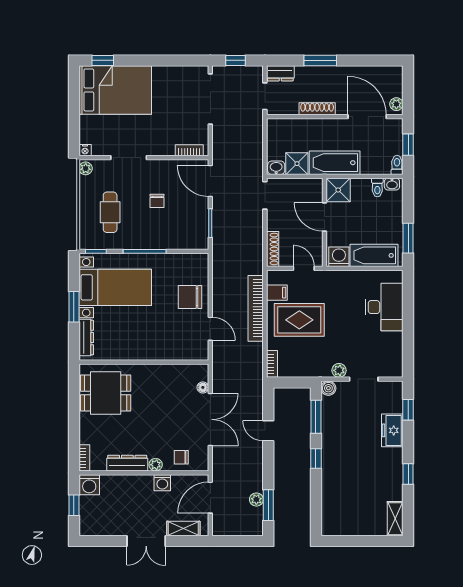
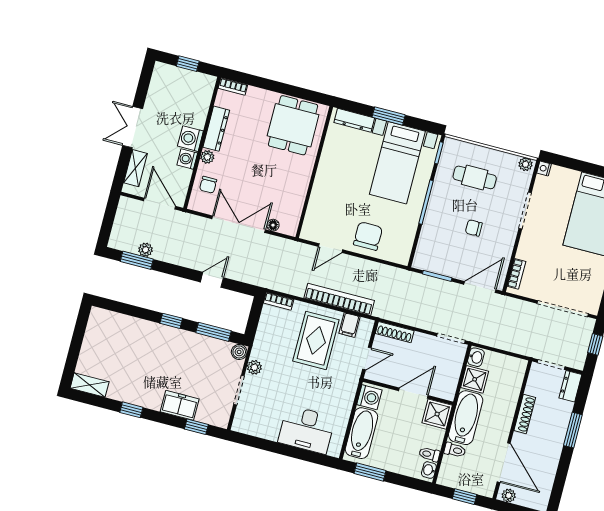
door: (367, 117) -> (504, 463), hinge flipped
toilet: (397, 165) -> (455, 450), moved
double door: (210, 419) -> (239, 224), swing flipped
chair: (181, 457) -> (208, 185), turned 180
washing machine: (89, 485) -> (190, 139), moved

